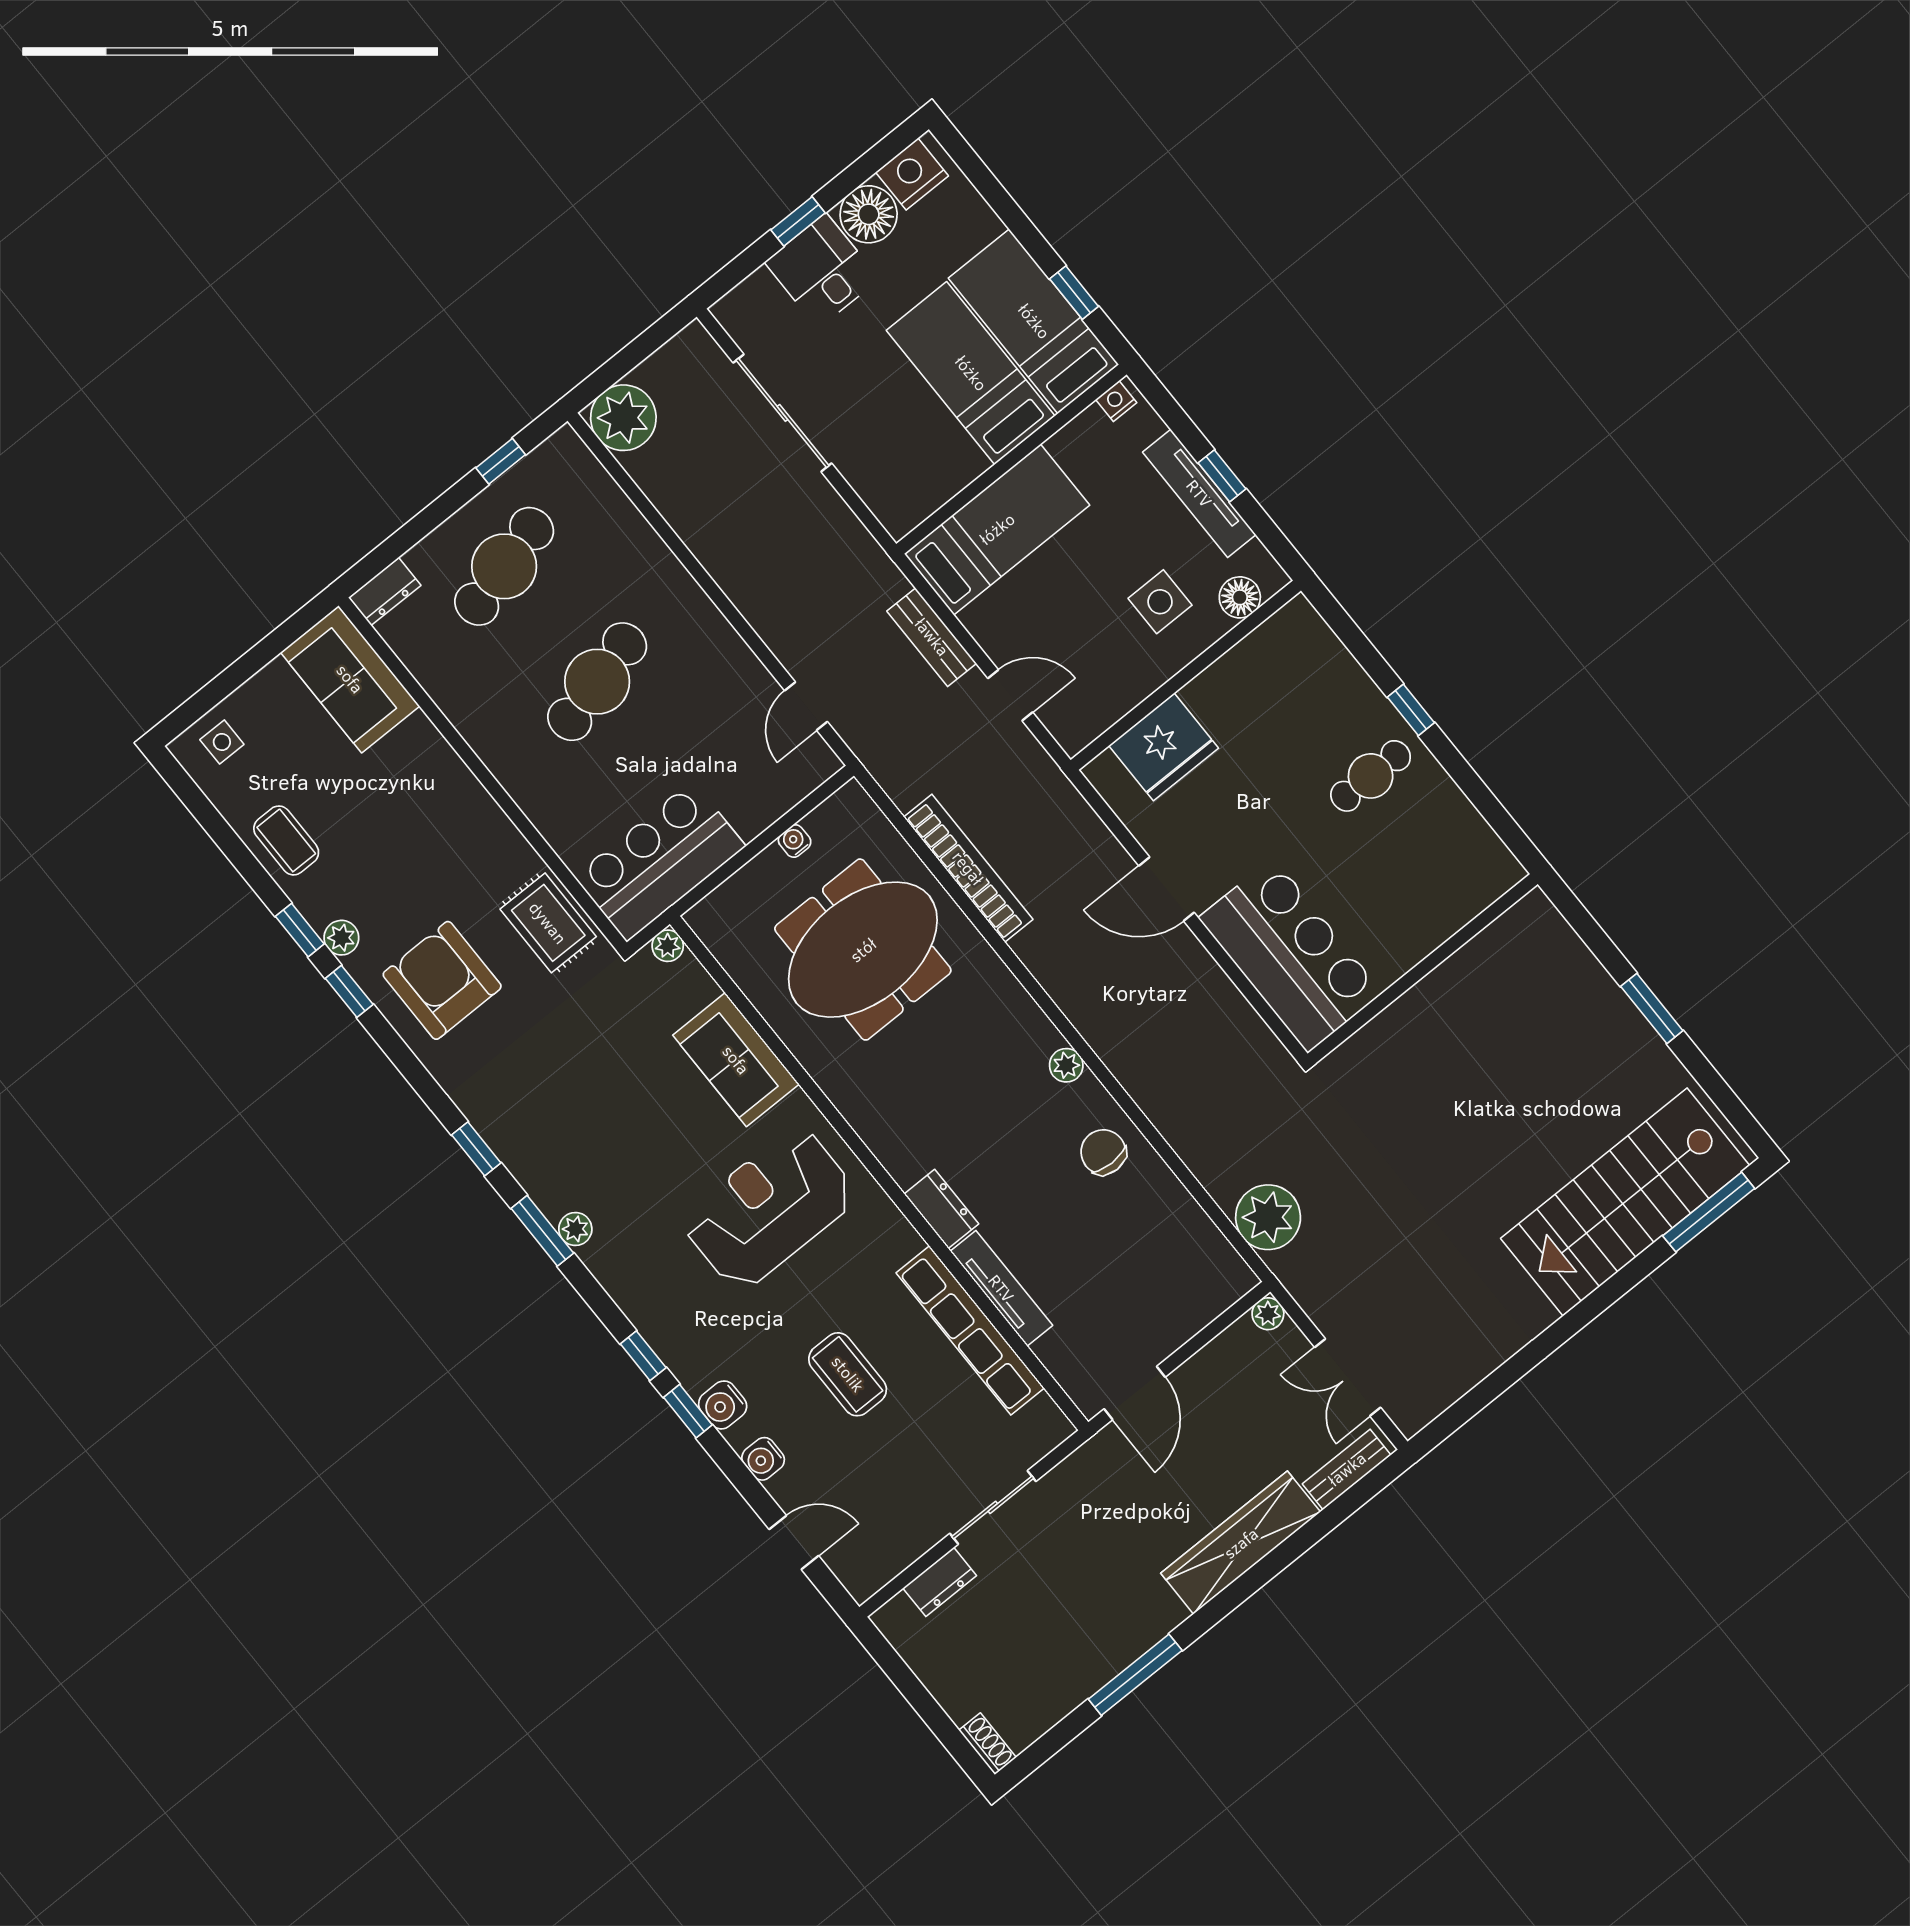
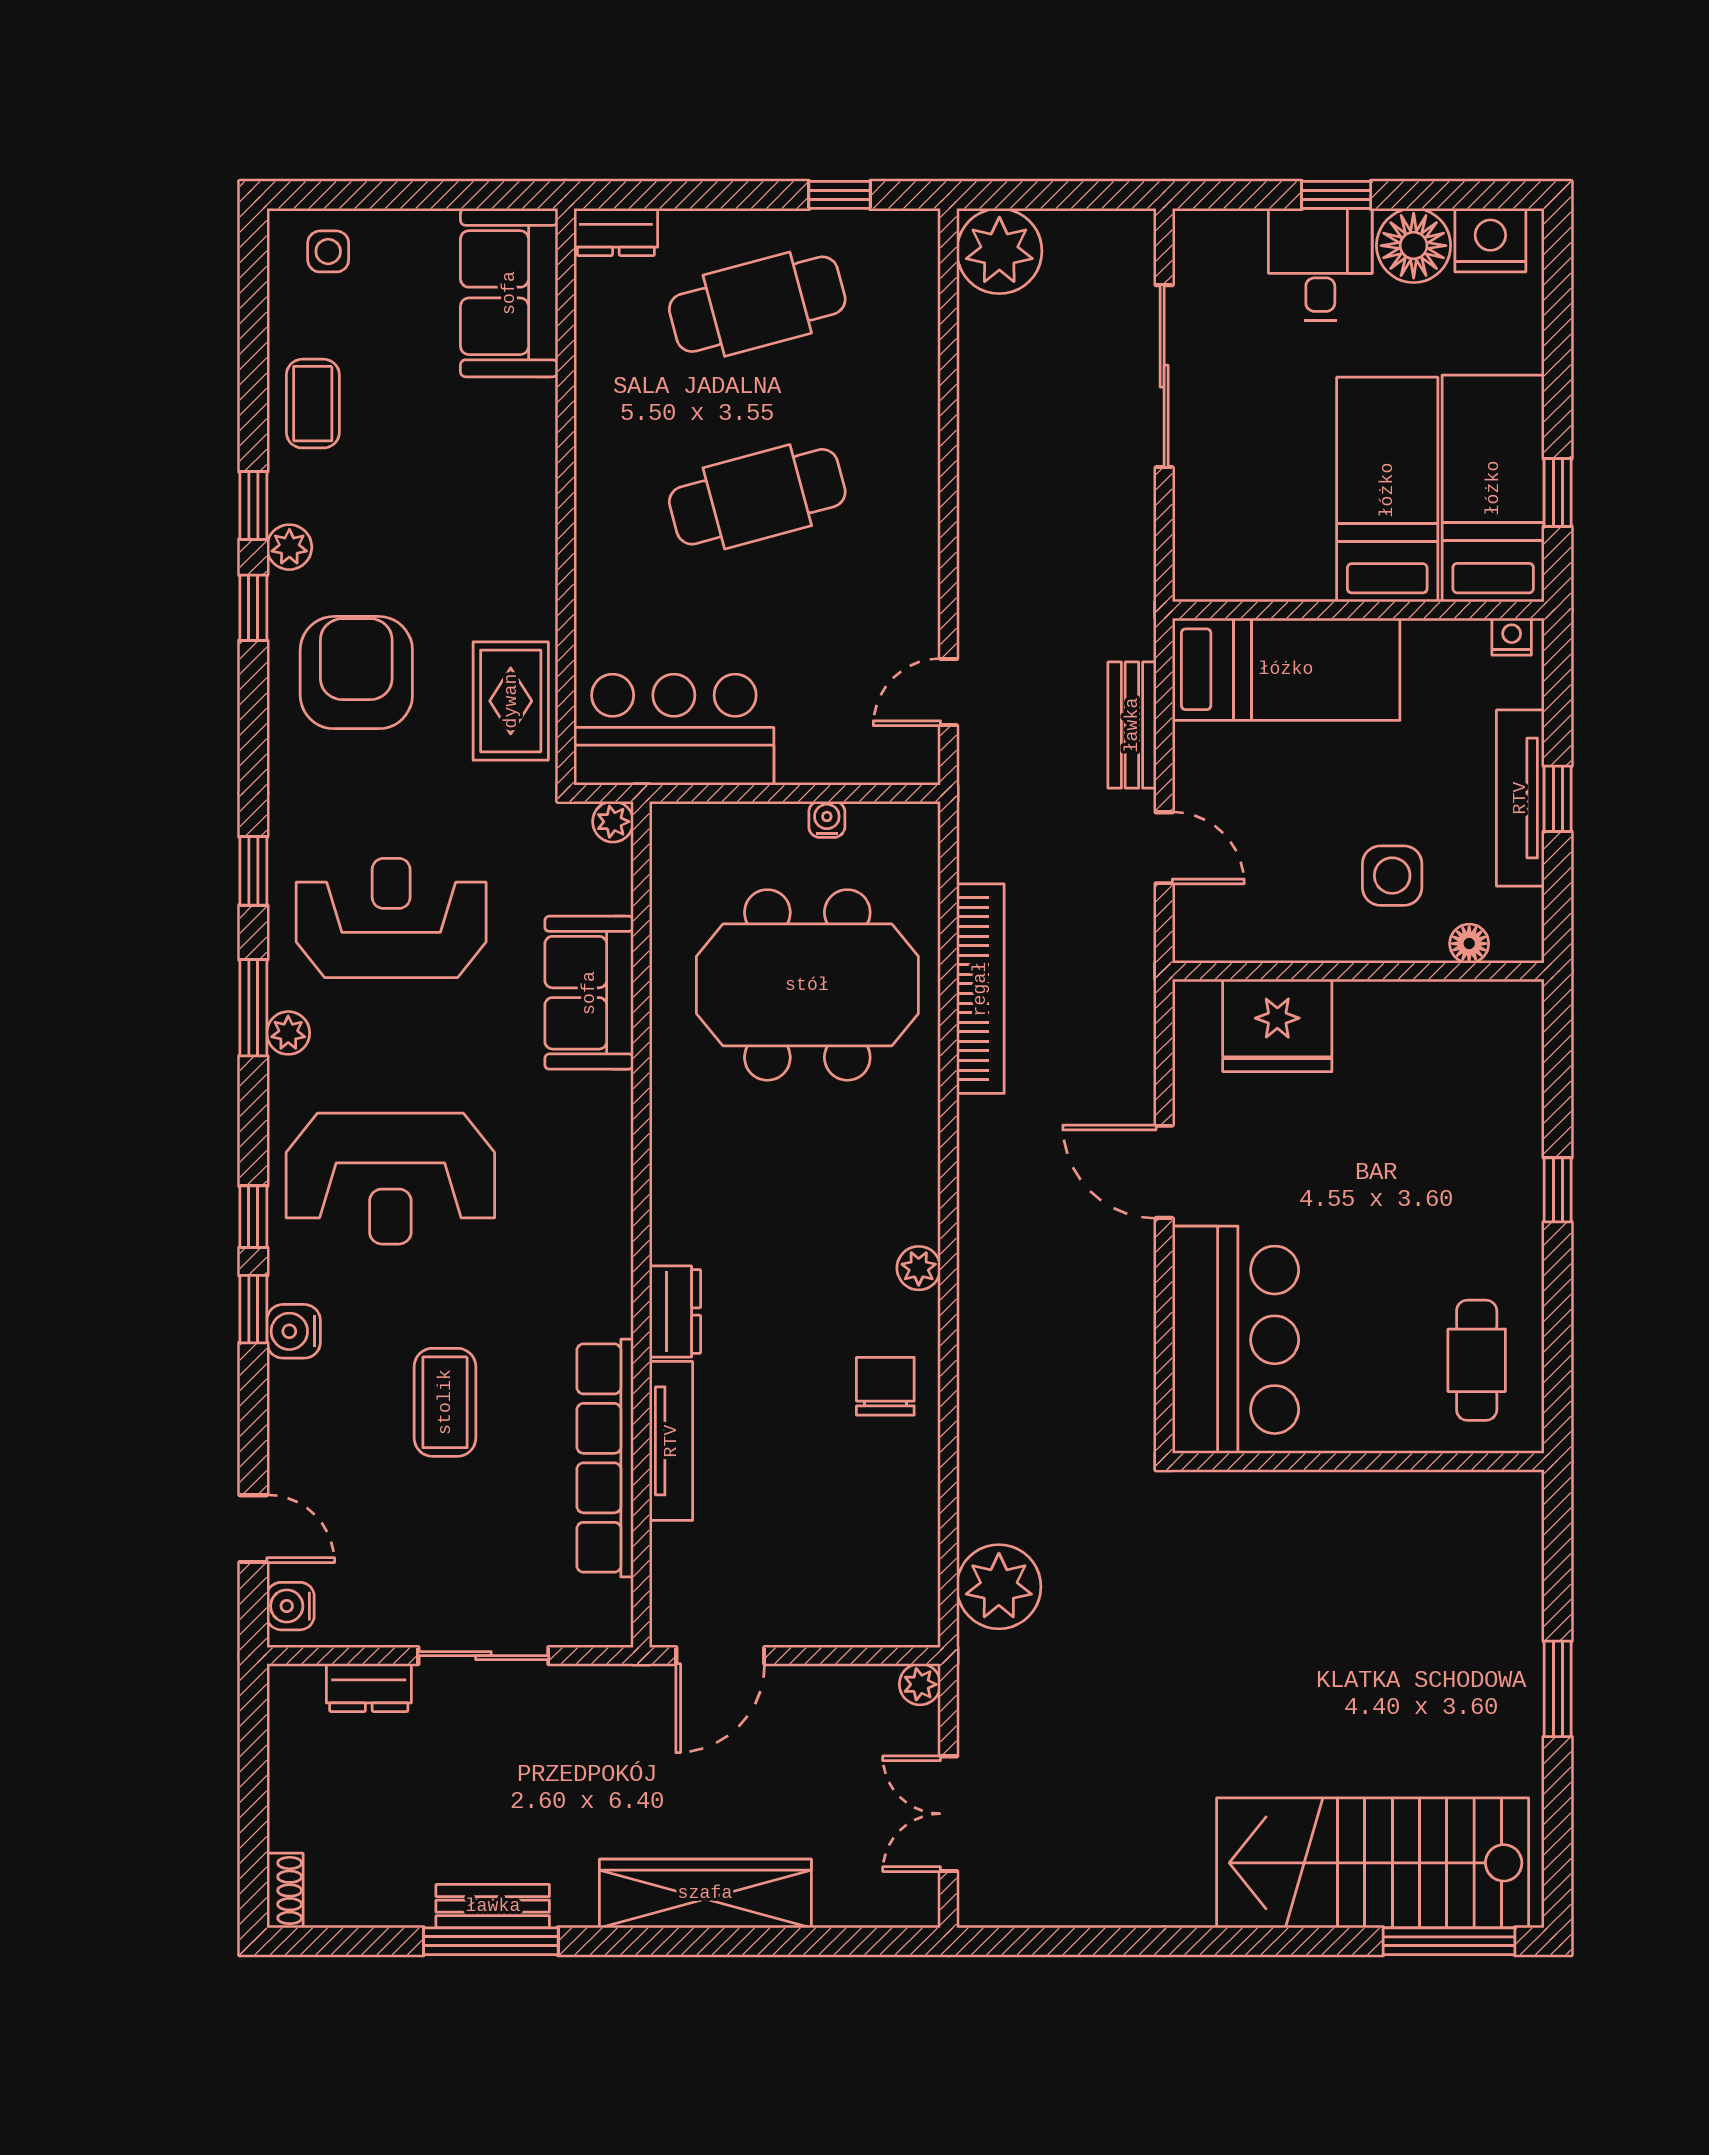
floor lamp: (1240, 597) -> (1469, 944), width x0.73, depth x0.73
cafe table: (1371, 776) -> (1477, 1360), moved, turned 90
reception desk: (581, 1110) -> (391, 918), added
reception desk: (769, 1208) -> (390, 1179), moved, turned 180
water cooler: (763, 1459) -> (290, 1606), moved
bench: (1347, 1469) -> (493, 1906), moved

